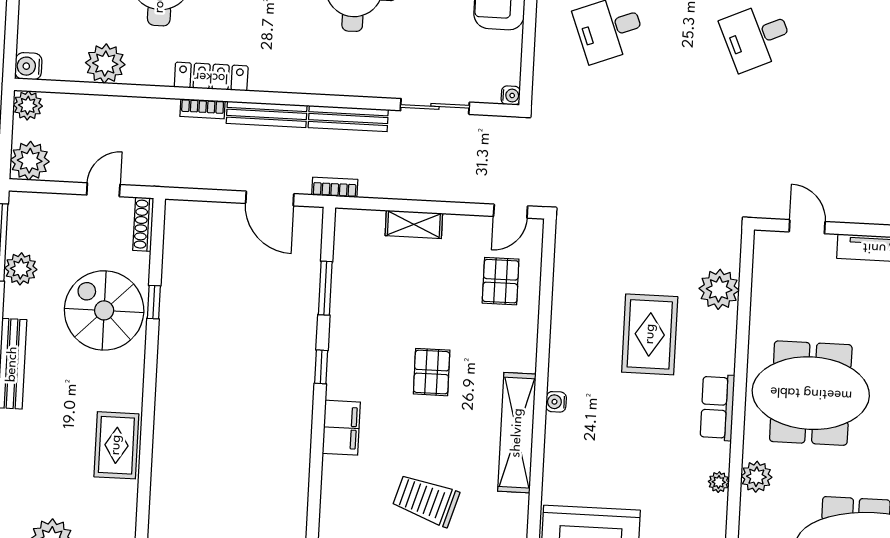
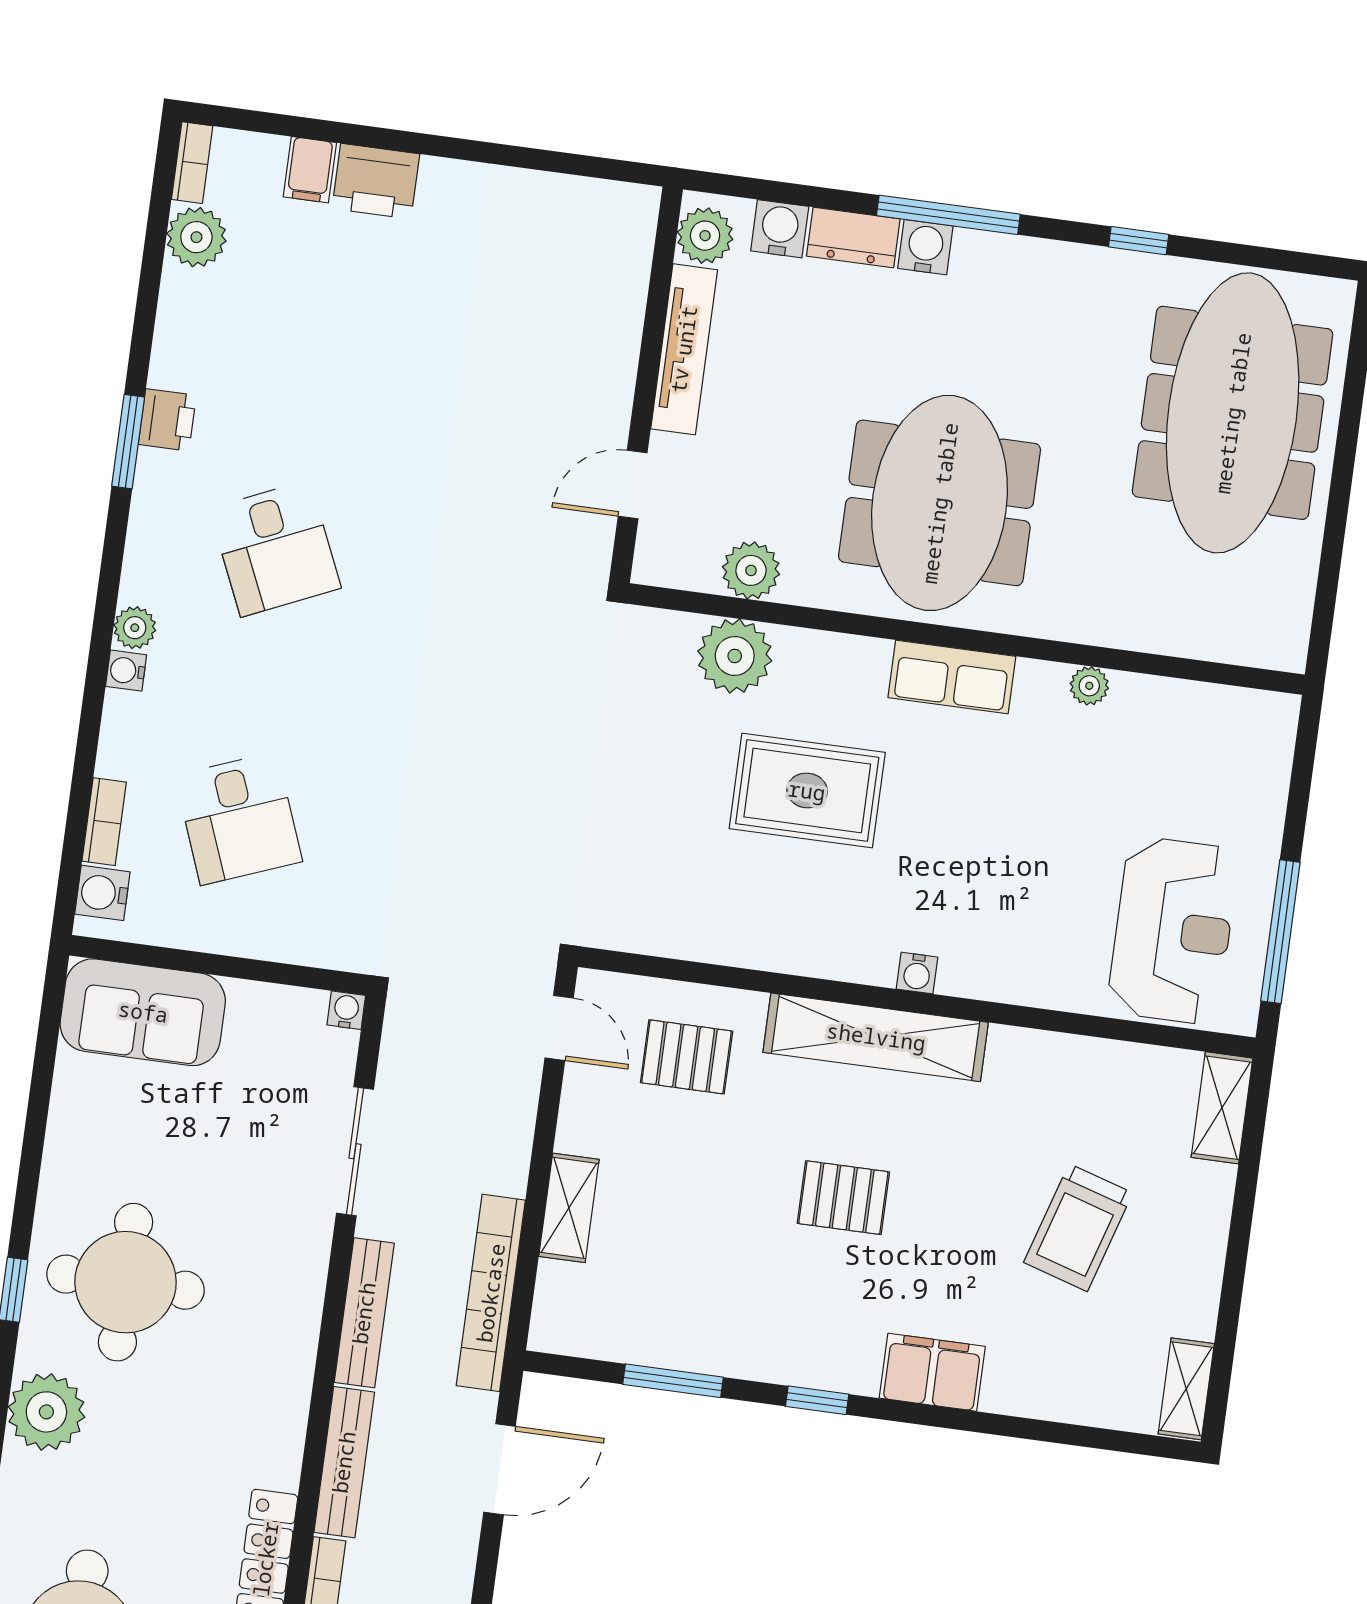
bookcase: (335, 187) -> (491, 1293), width x2.31, depth x1.31
shelving: (517, 433) -> (876, 1037), moved
plant: (756, 477) -> (751, 570), moved

